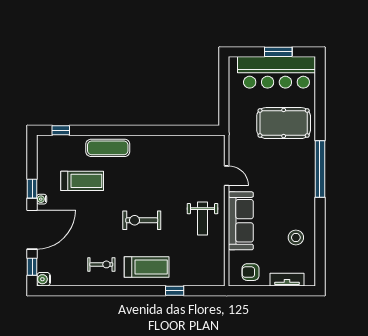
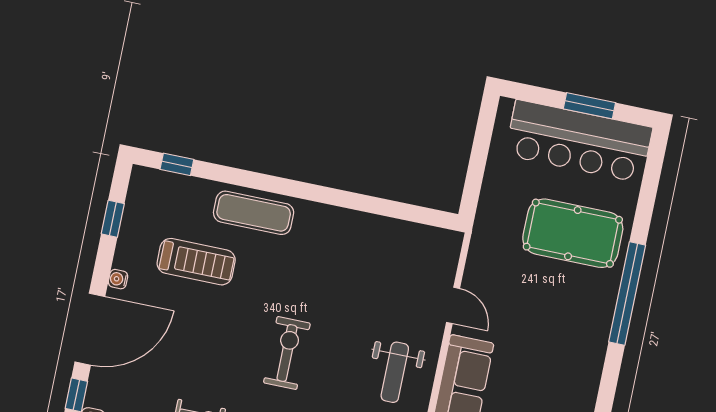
window: (320, 169) -> (627, 293), moved
window: (32, 189) -> (113, 219), moved
exercise bike: (142, 220) -> (287, 353), turned 90

